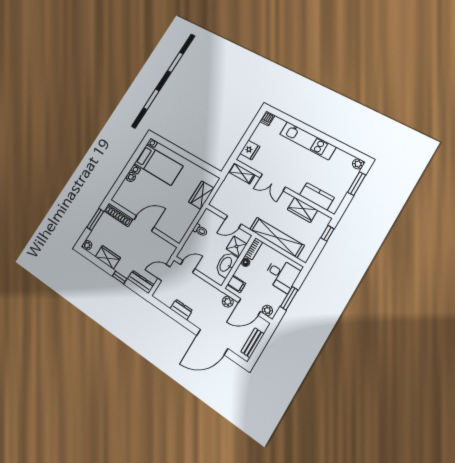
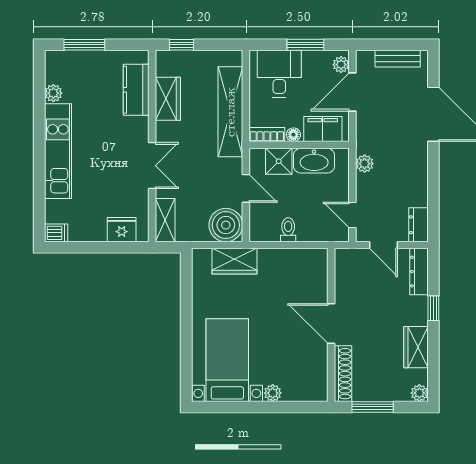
plant: (358, 164) -> (53, 93), moved
boiler: (221, 201) -> (226, 225), added
filing cabinet: (236, 284) -> (323, 129), width x2.00
plant: (228, 302) -> (365, 164), moved
door: (249, 307) -> (352, 92), swing flipped
dresser: (181, 310) -> (418, 225), moved

